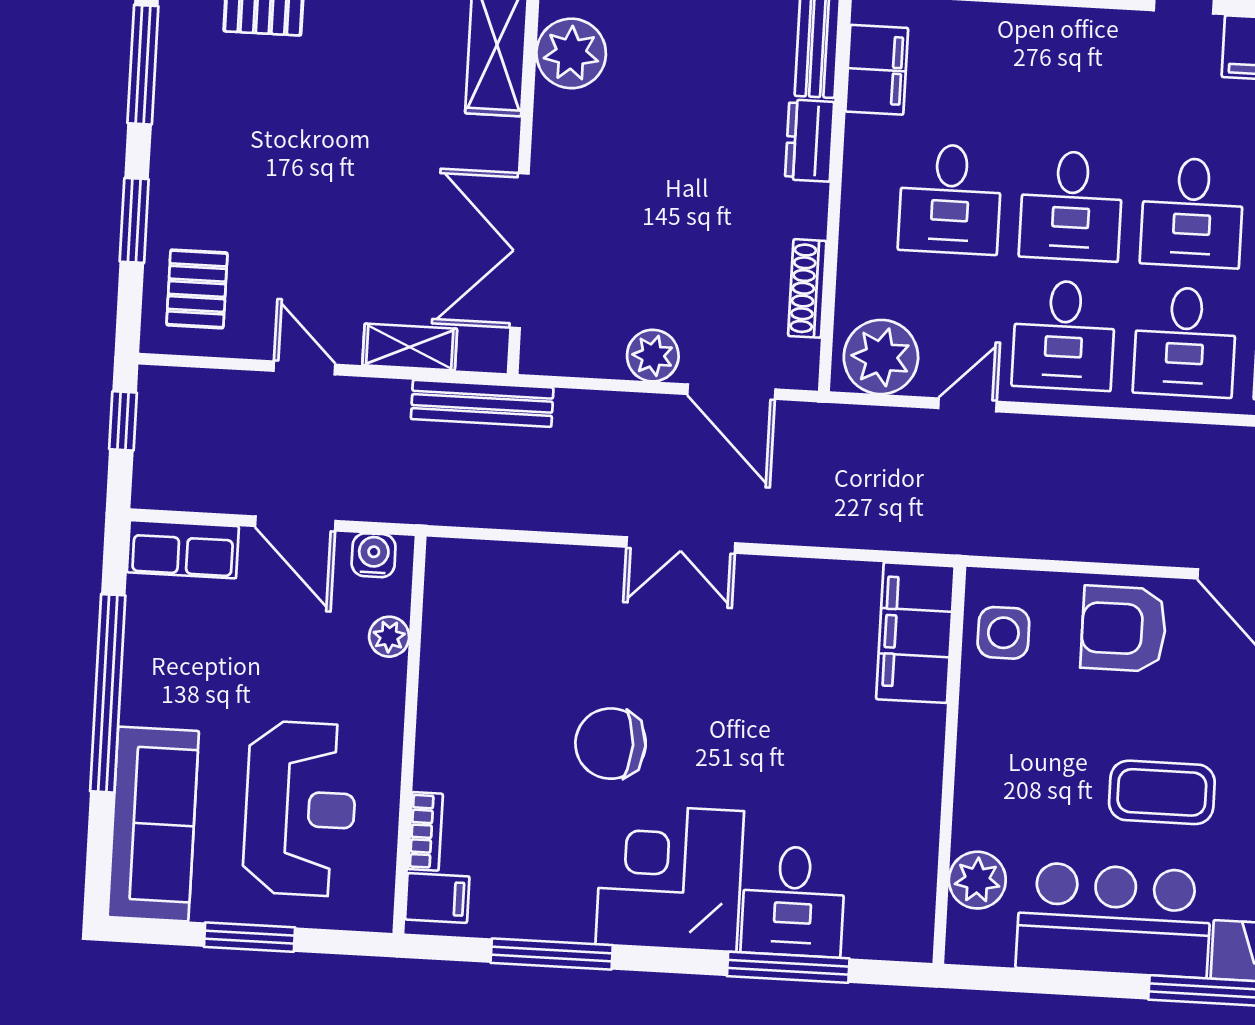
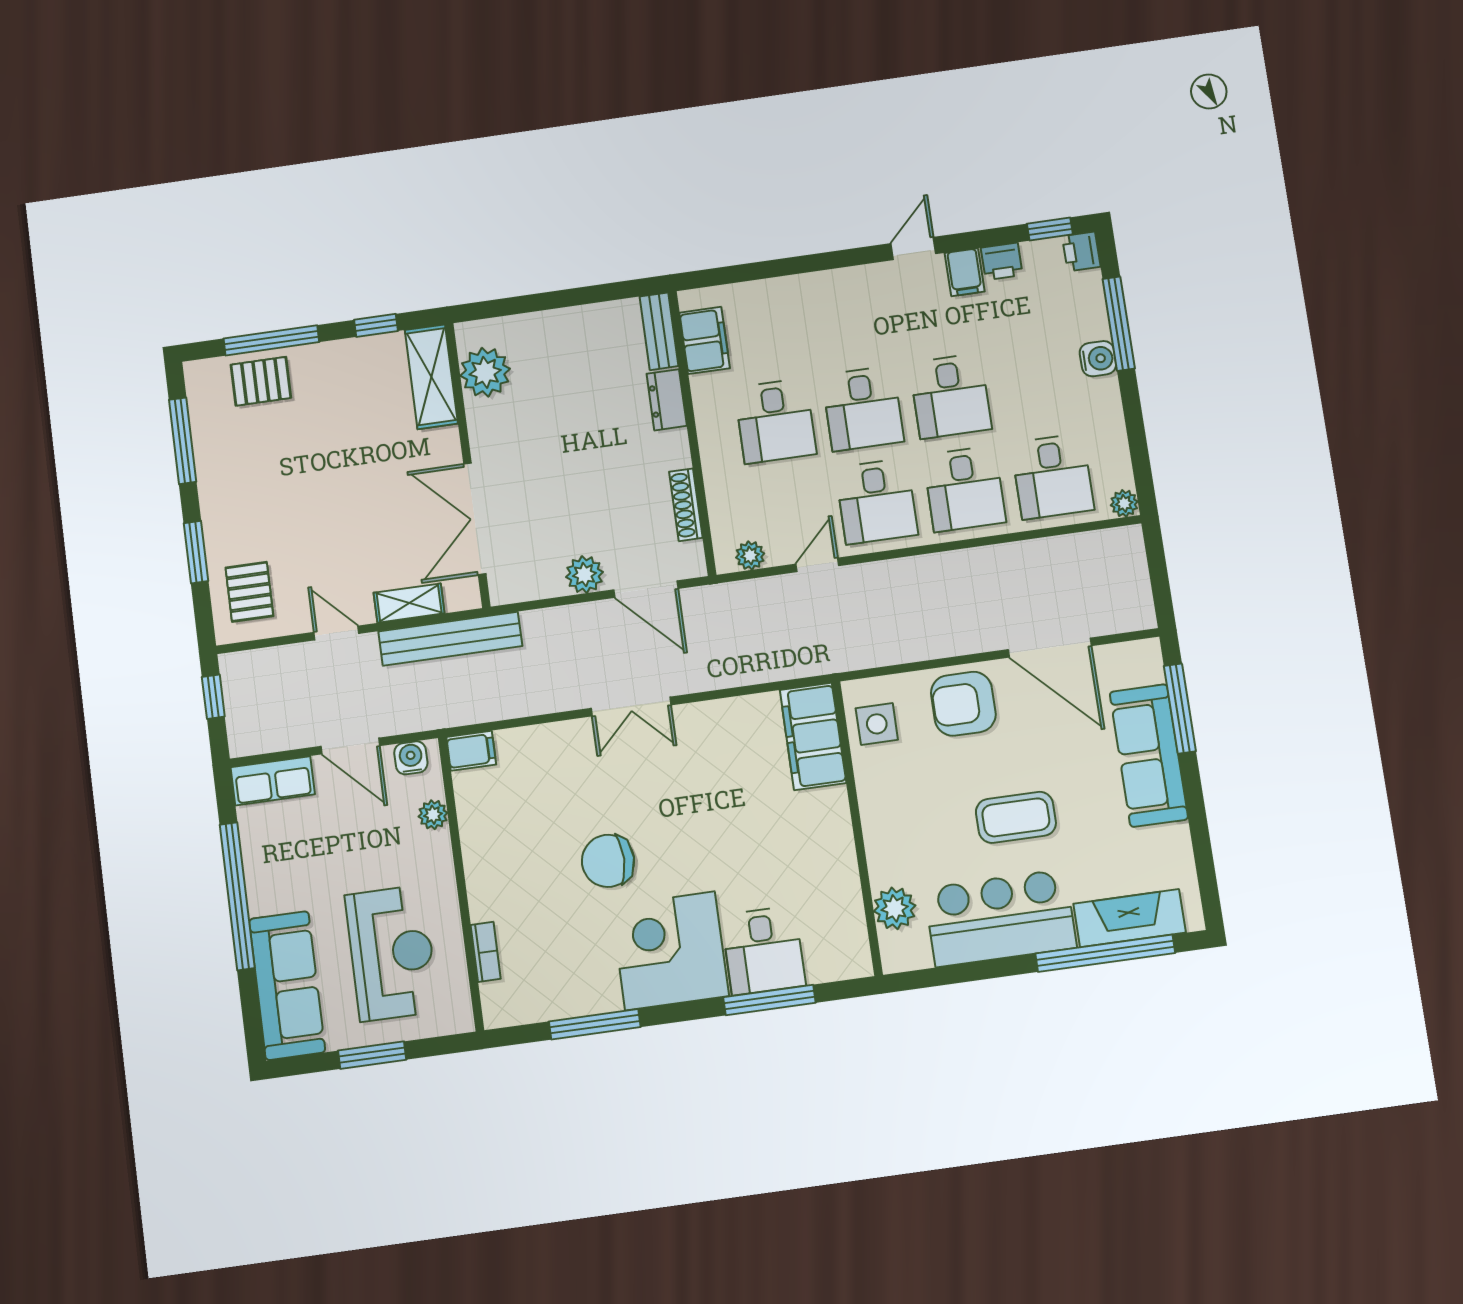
plant: (881, 357) -> (750, 556), width x0.53, depth x0.53
bench: (482, 403) -> (450, 639), width x1.37, depth x1.21
filing cabinet: (437, 898) -> (471, 751), moved

